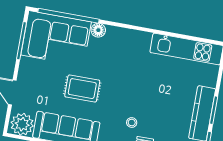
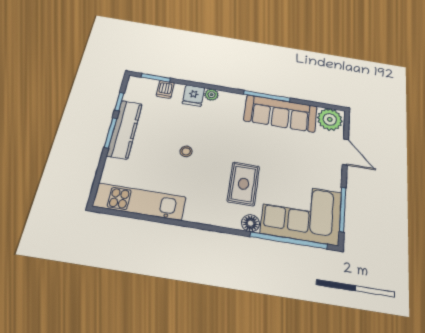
rug: (82, 89) -> (243, 184), moved, turned 90
stool: (132, 123) -> (186, 151), moved

